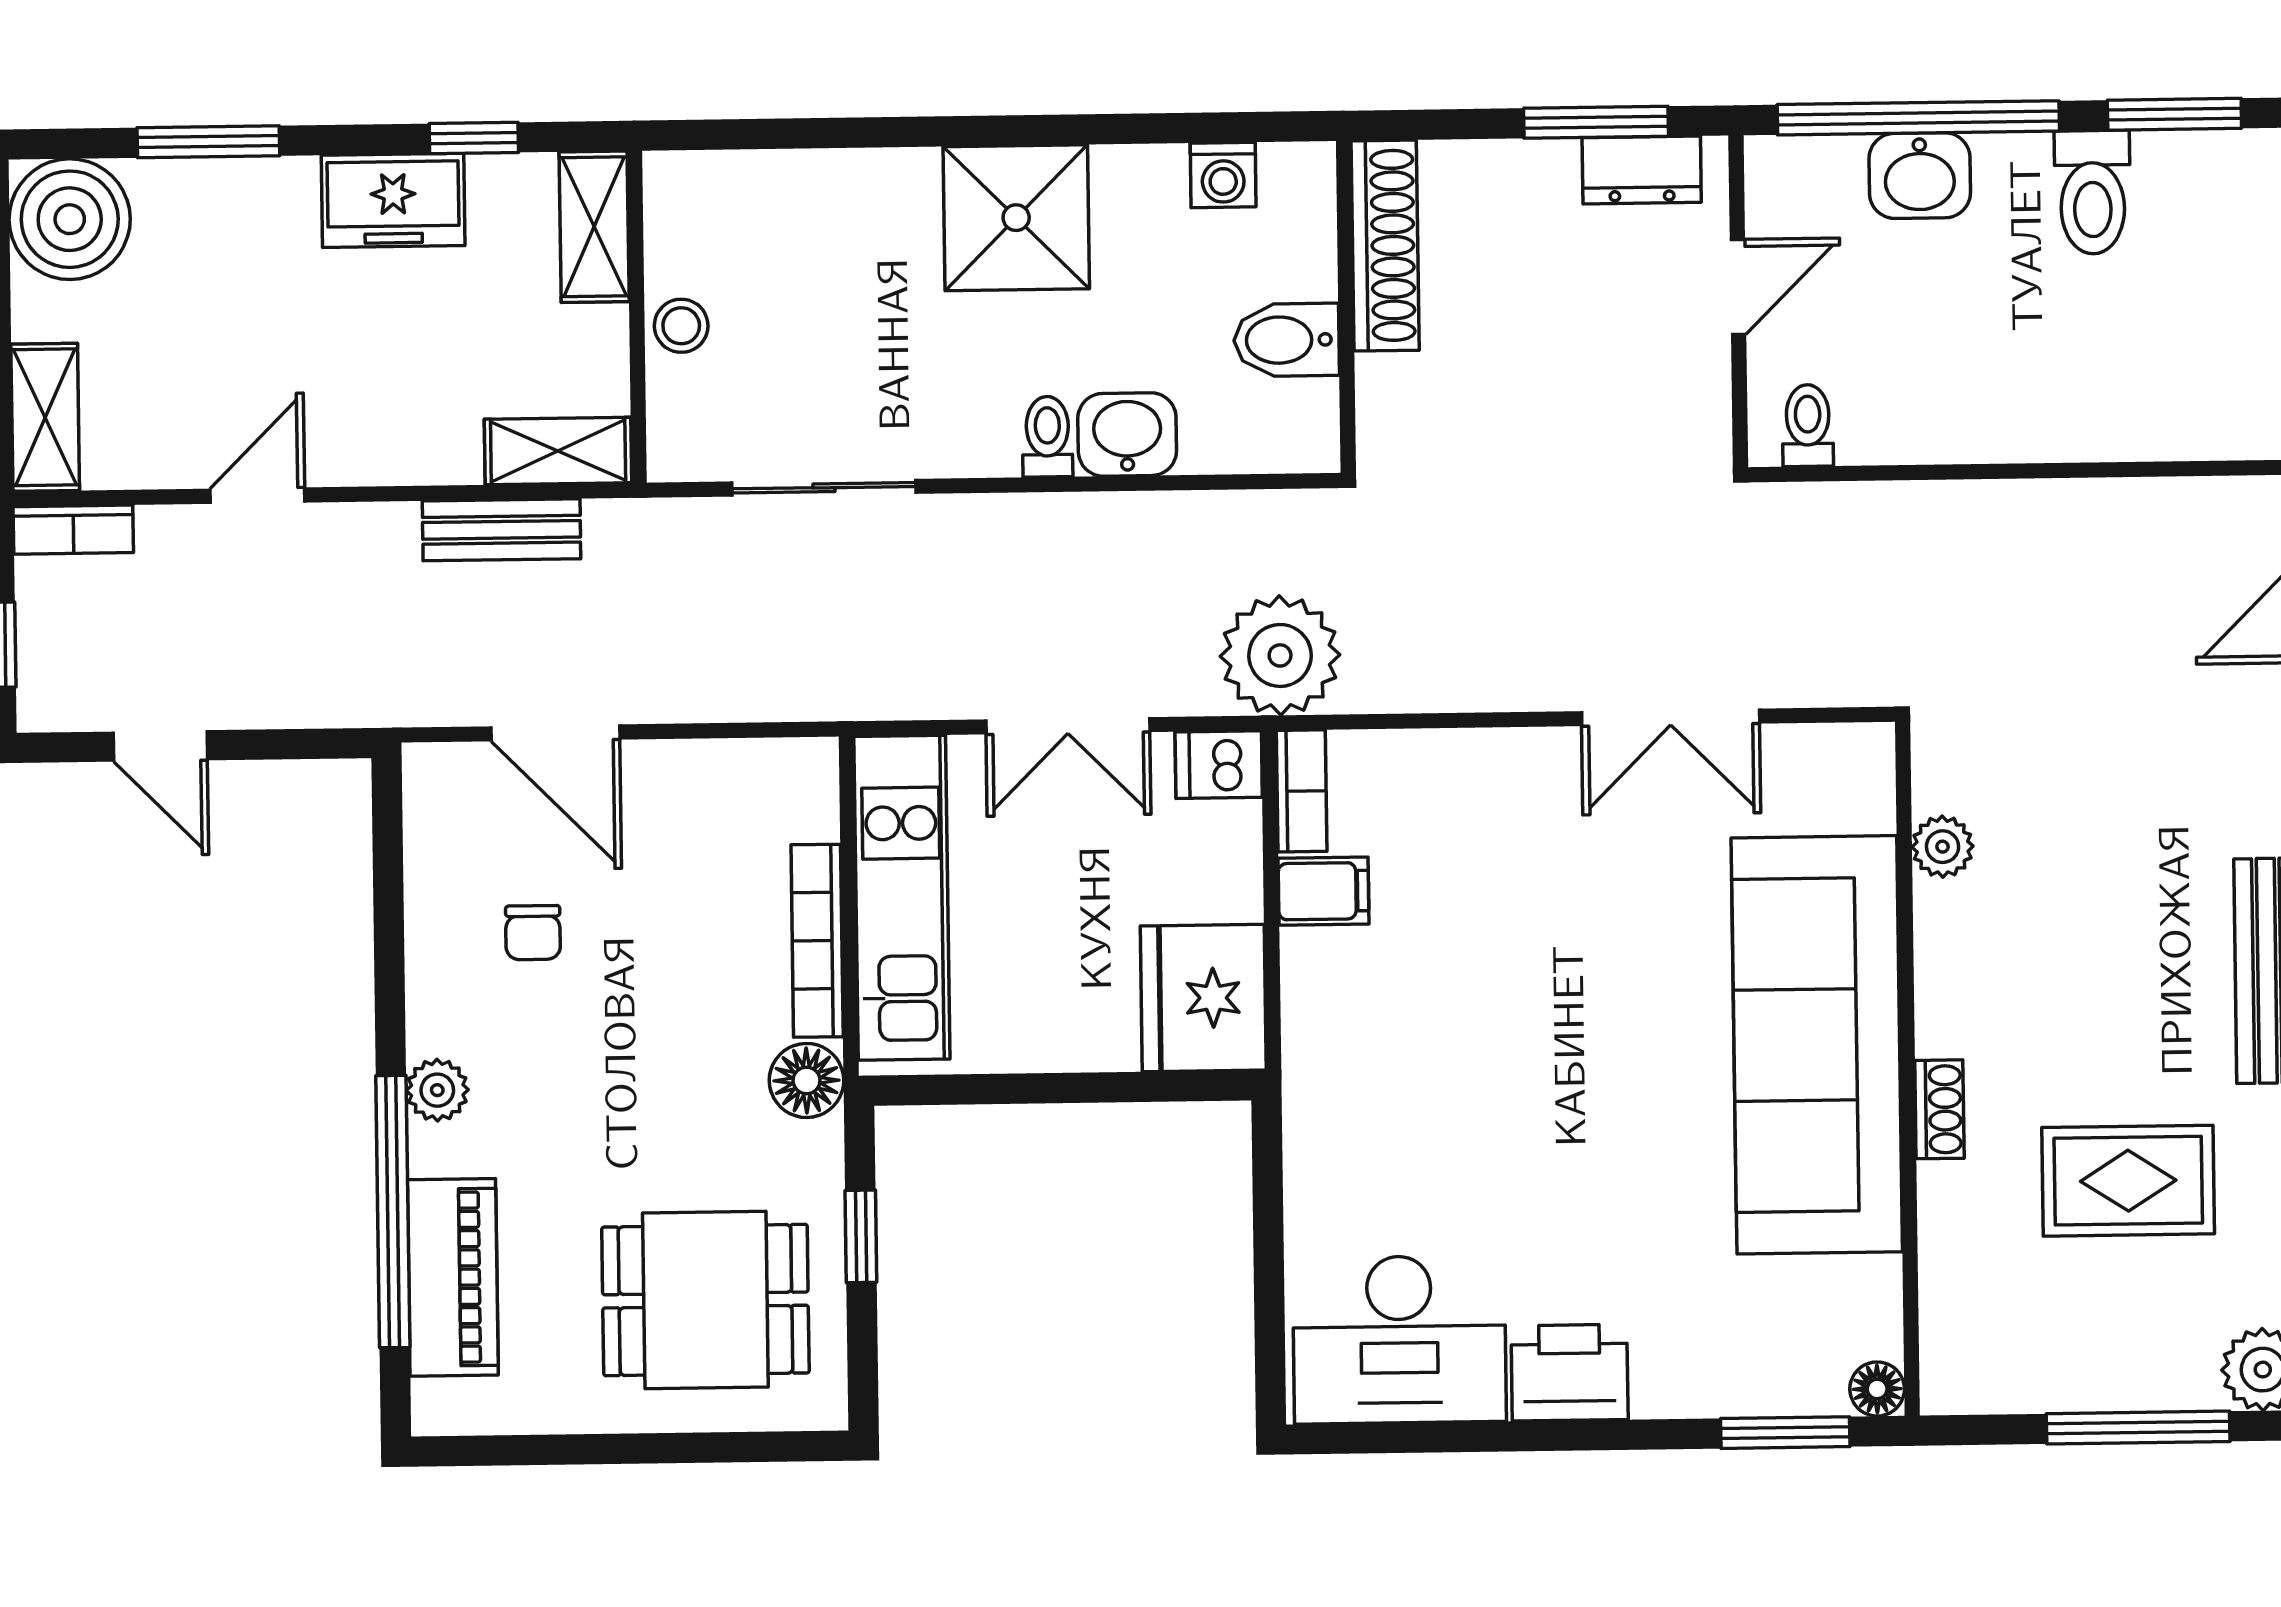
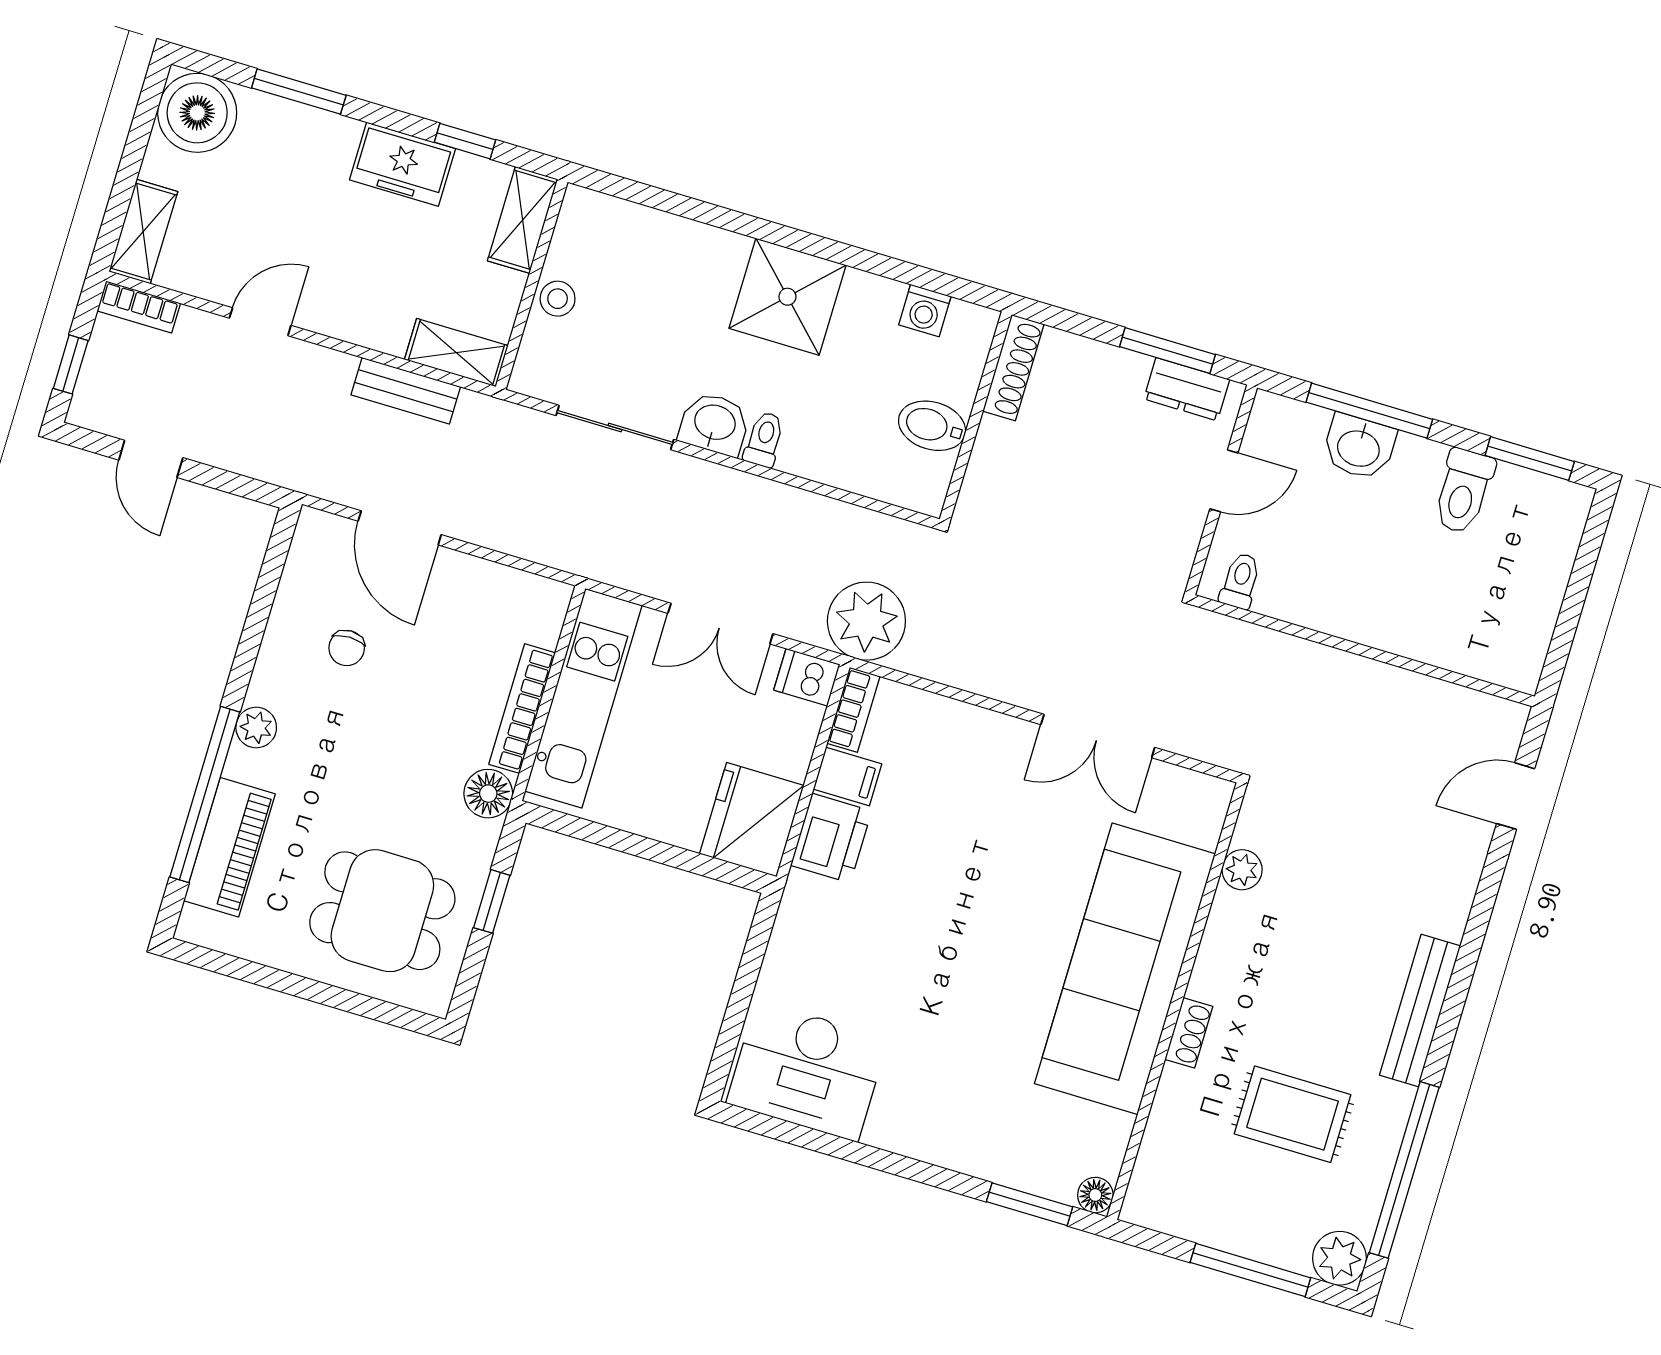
window: (1918, 118) -> (1369, 411), width x0.68
shoe rack: (1385, 246) -> (1013, 368), width x0.74, depth x0.81
washbasin: (1127, 434) -> (714, 424), moved
printer: (1570, 1373) -> (831, 838), moved, turned 90

